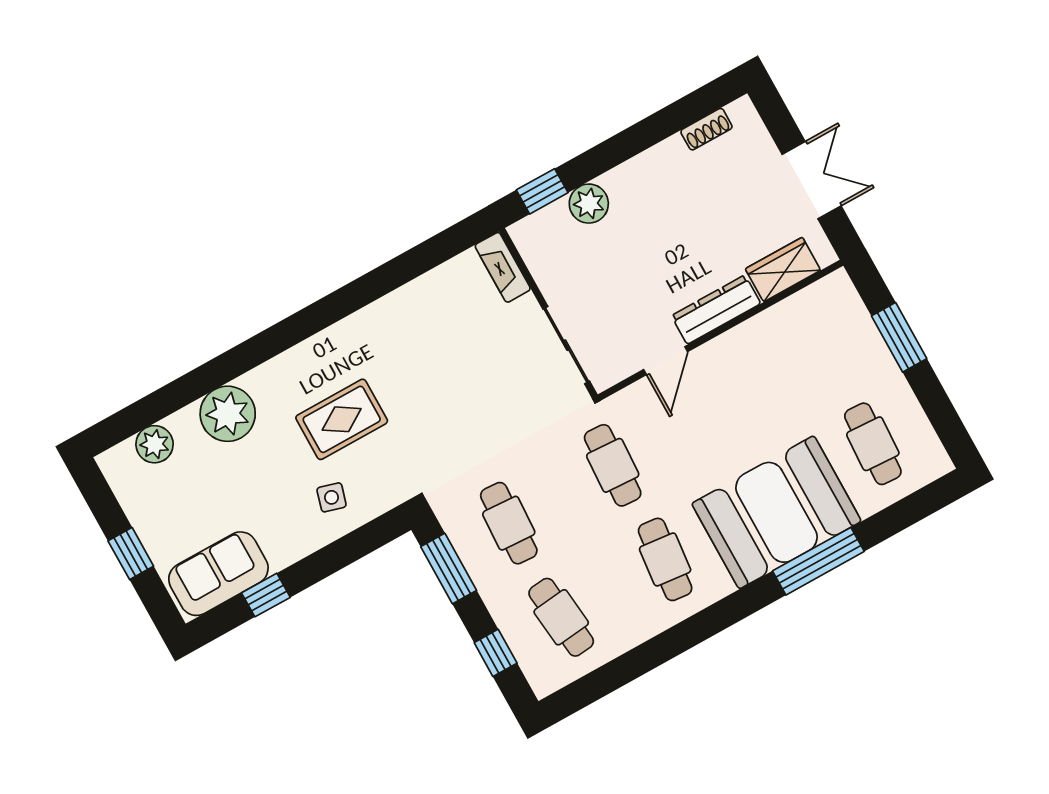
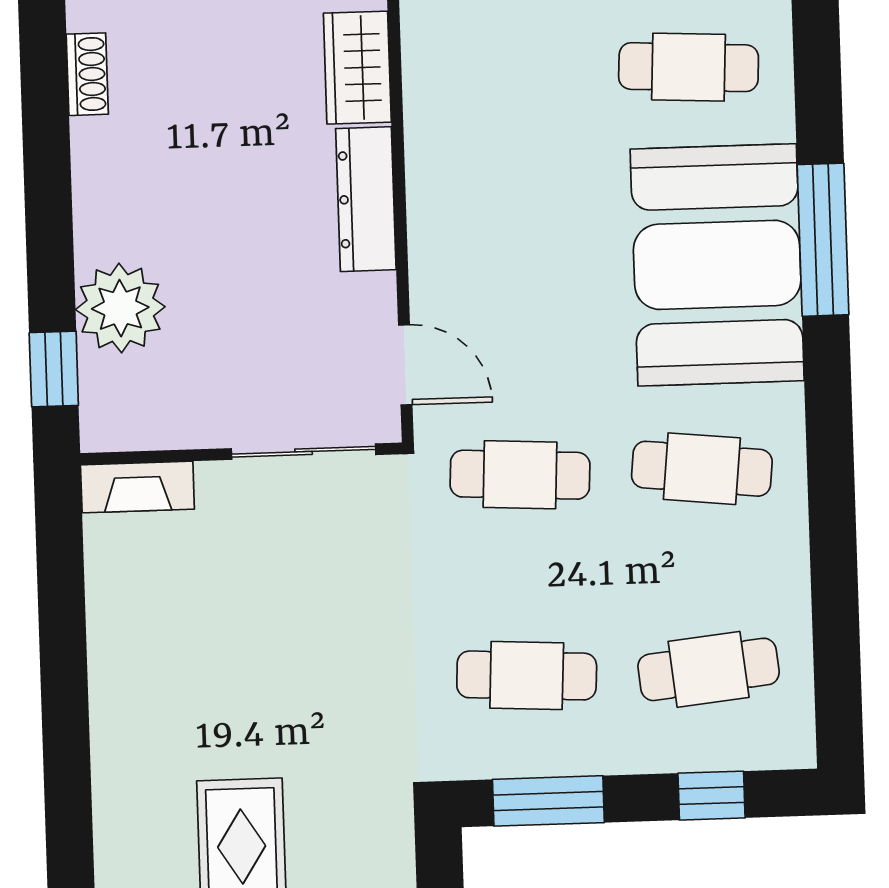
plant: (589, 204) -> (120, 308), width x1.36, depth x1.36
door: (666, 361) -> (405, 365), moved

